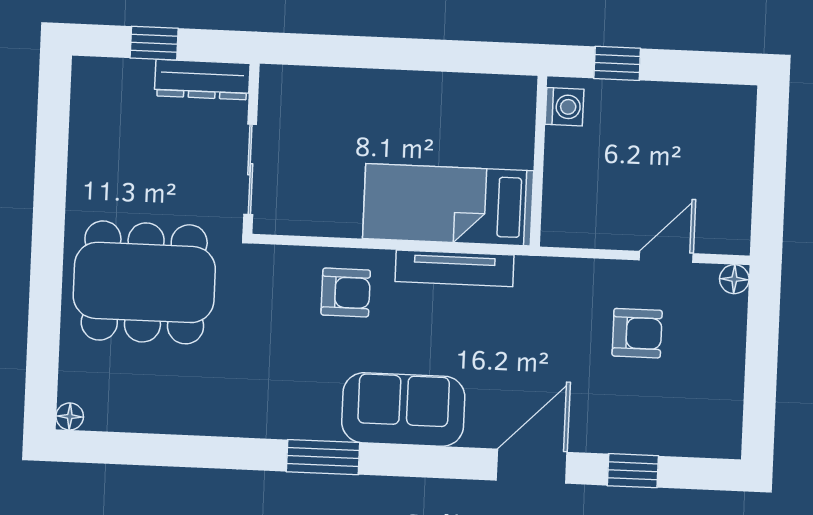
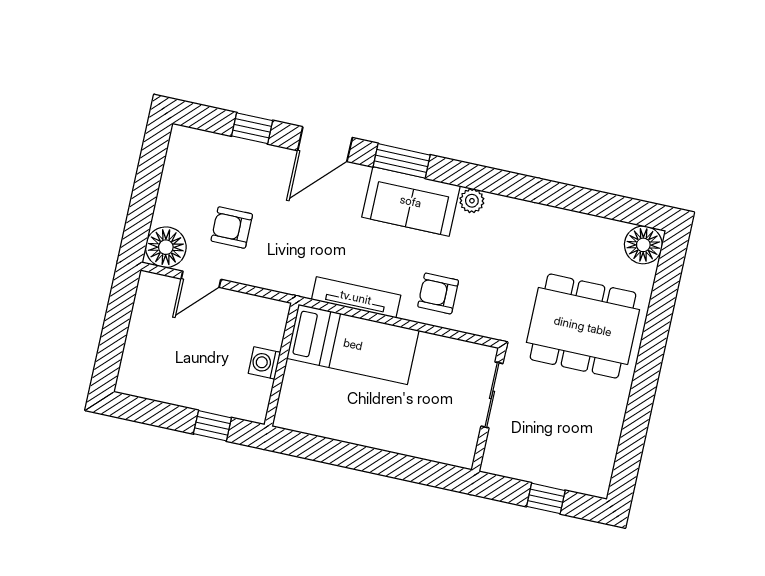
dresser: (202, 80) -> (516, 466), removed
washing machine: (564, 107) -> (264, 363), moved
floor lamp: (734, 279) -> (166, 247), width x1.89, depth x1.89
floor lamp: (70, 416) -> (643, 245), width x1.89, depth x1.89
plant: (322, 424) -> (472, 201), added
window: (323, 457) -> (402, 161), moved

